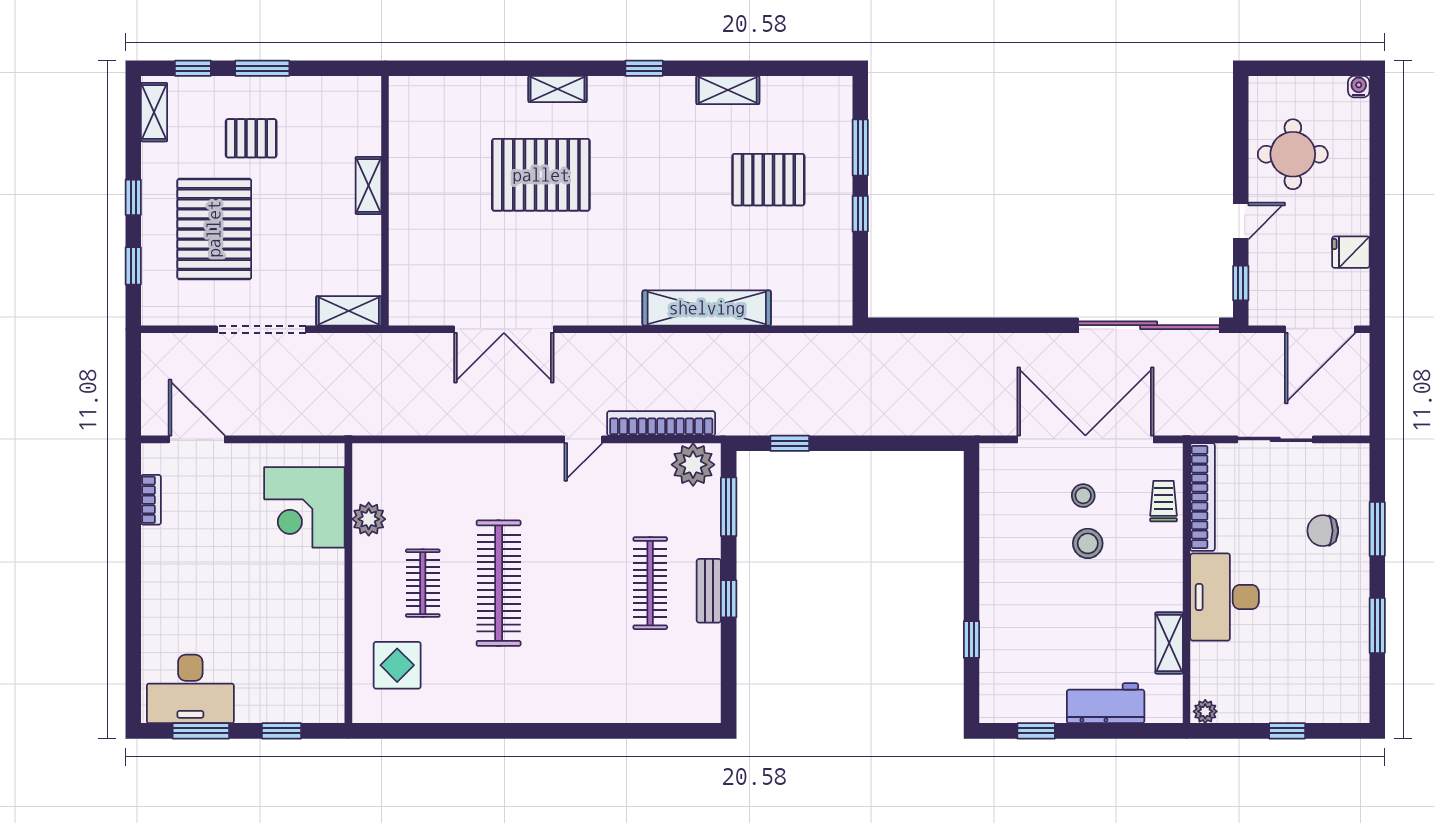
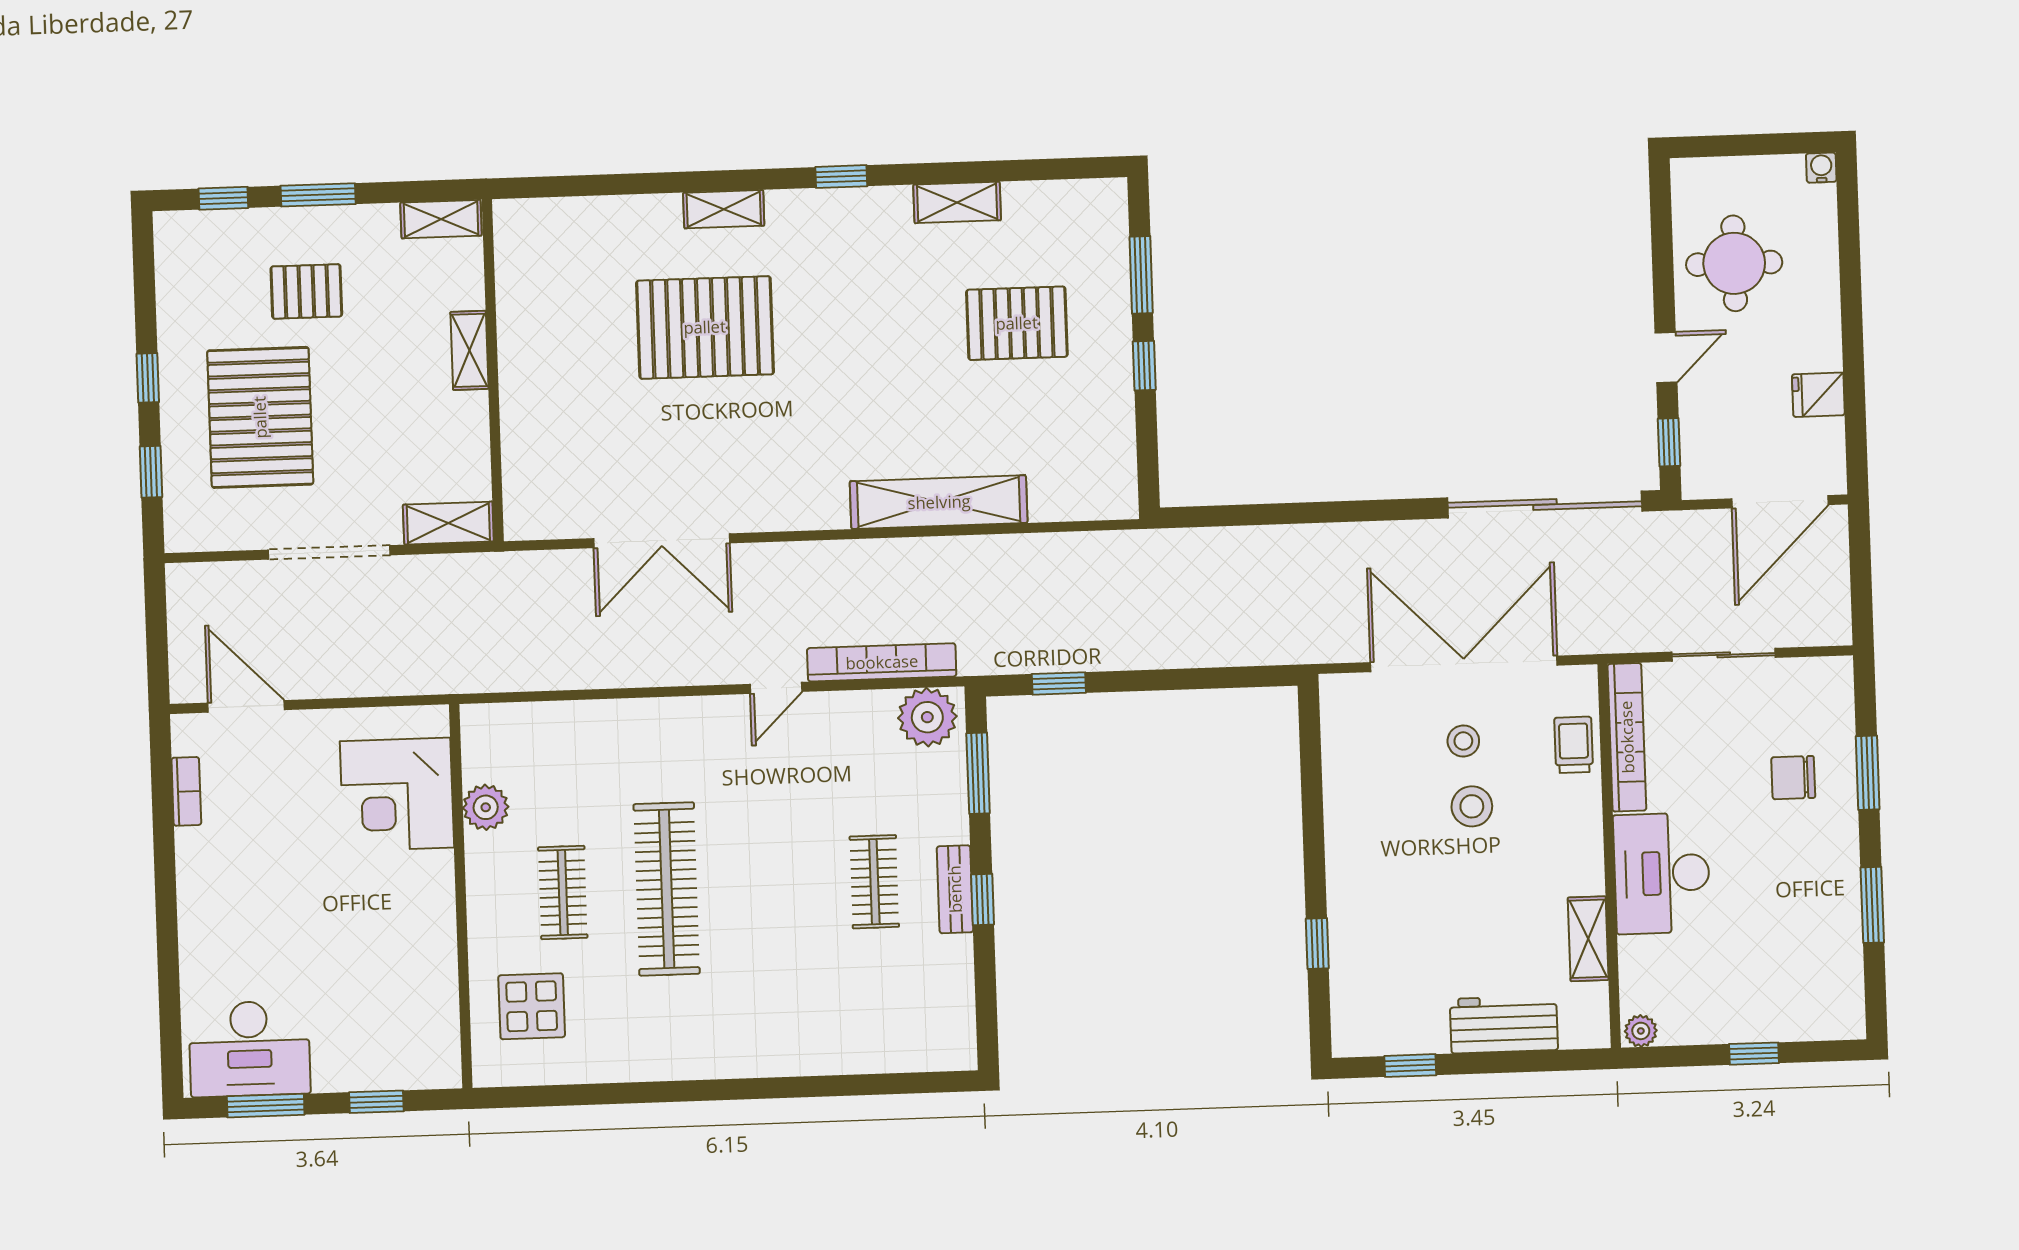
shelving: (154, 112) -> (441, 219), moved, turned 90
clothes rail: (650, 583) -> (874, 882), width x0.73

